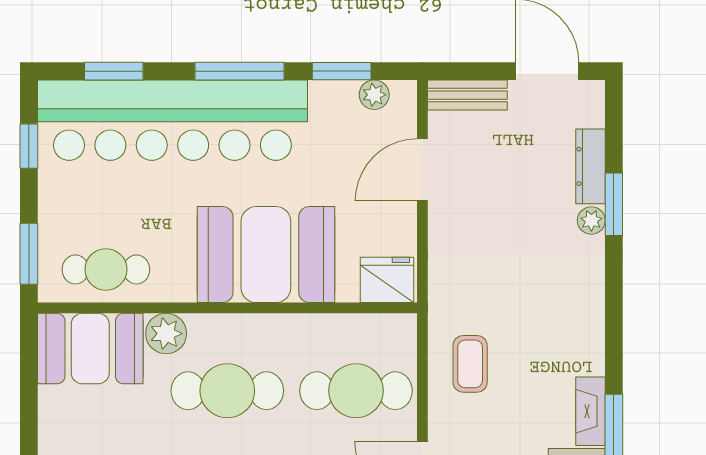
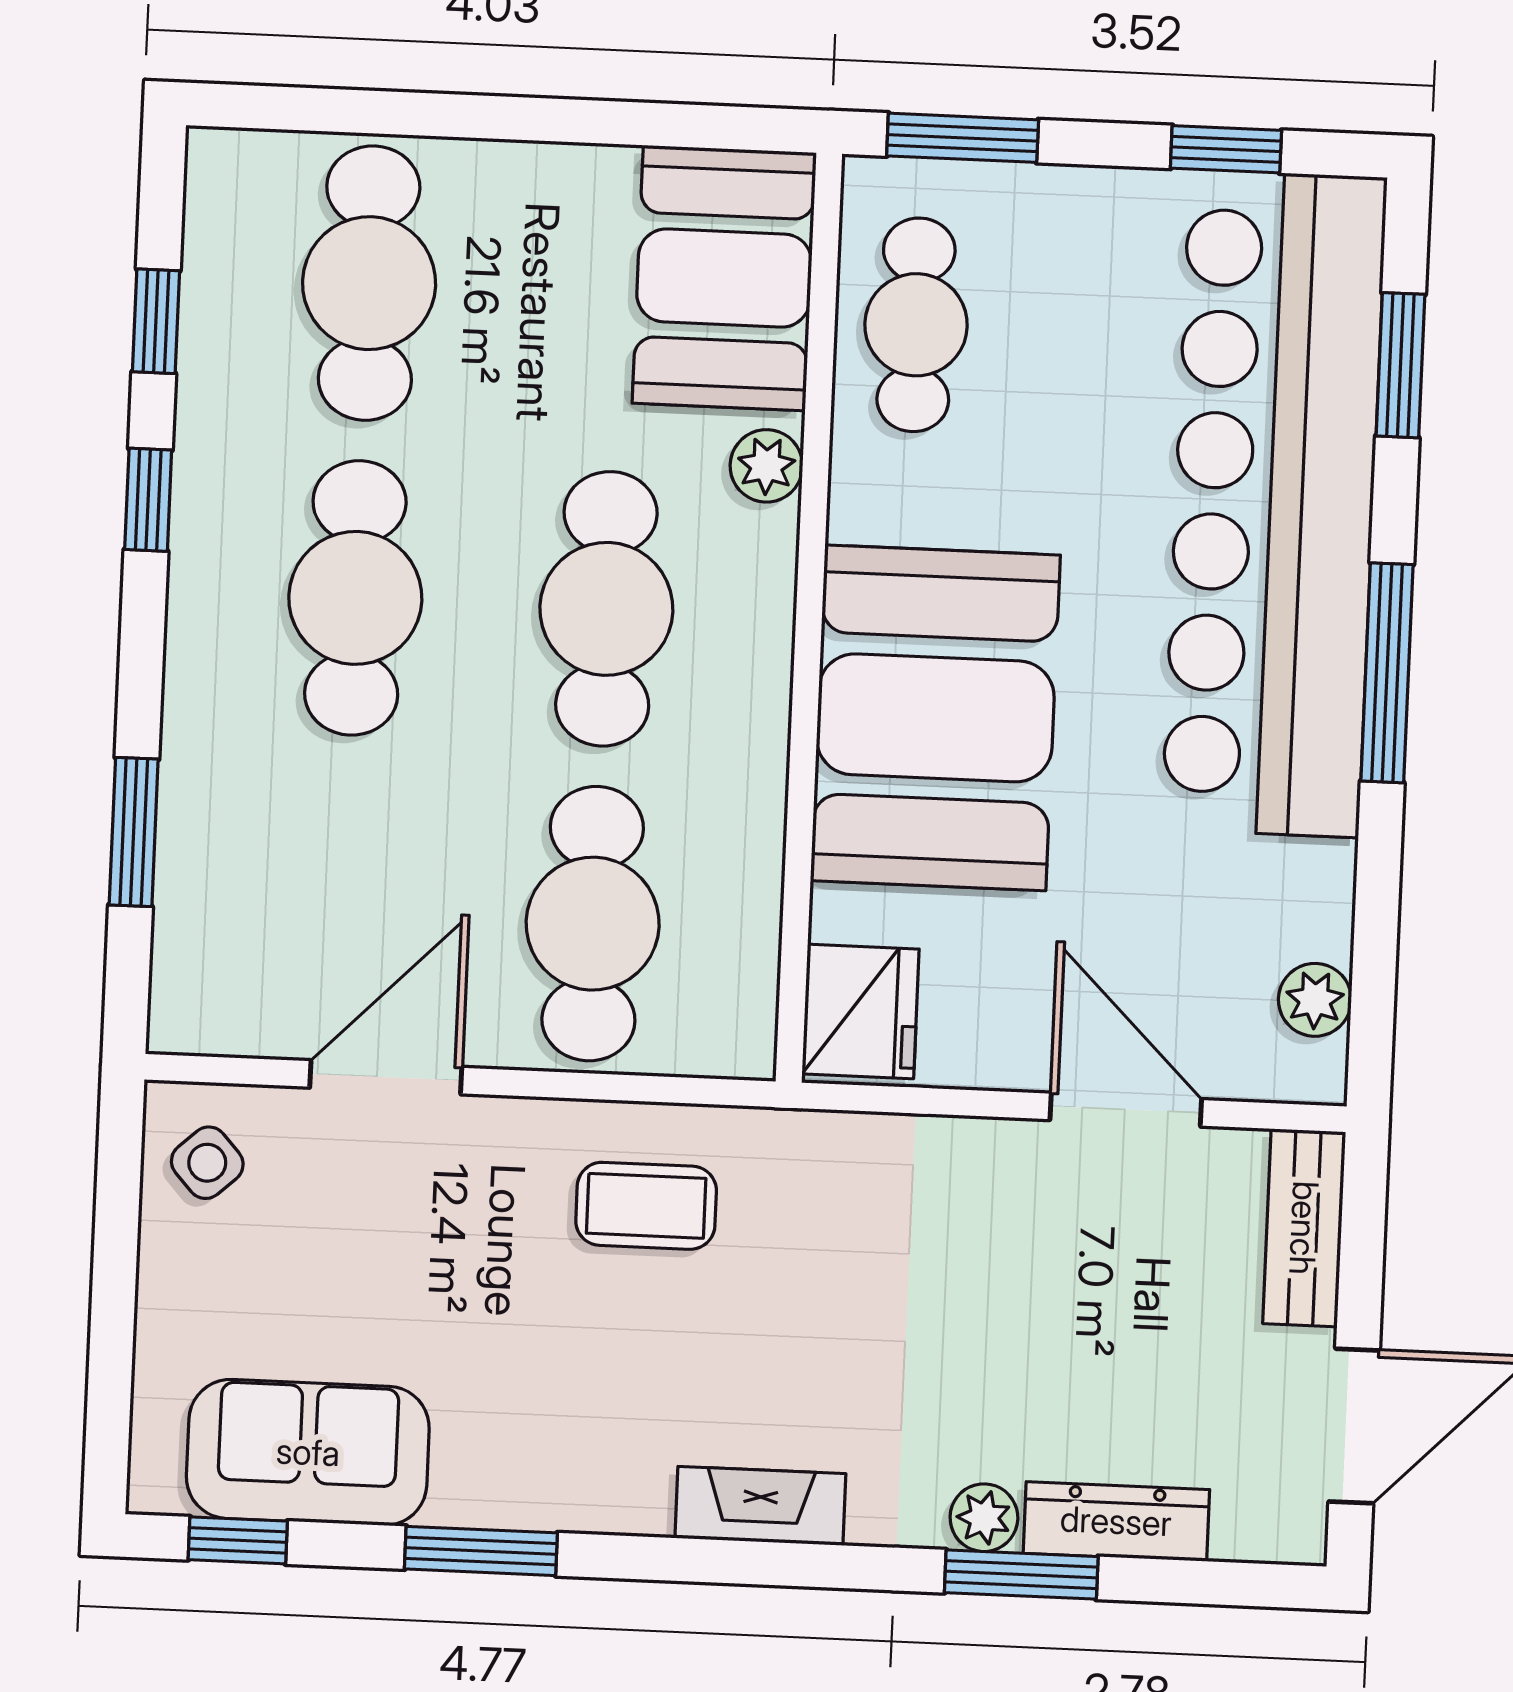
window: (342, 71) -> (1376, 923), removed
plant: (166, 334) -> (766, 466), width x0.73, depth x0.73
fireplace: (590, 411) -> (760, 1506), moved

